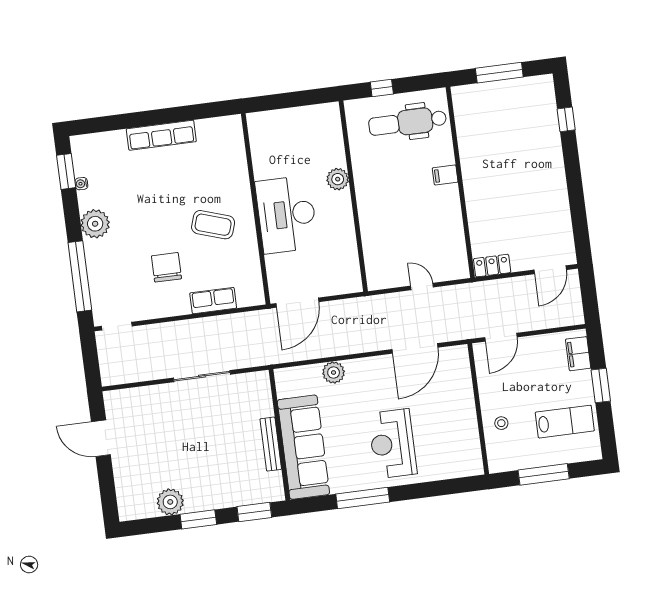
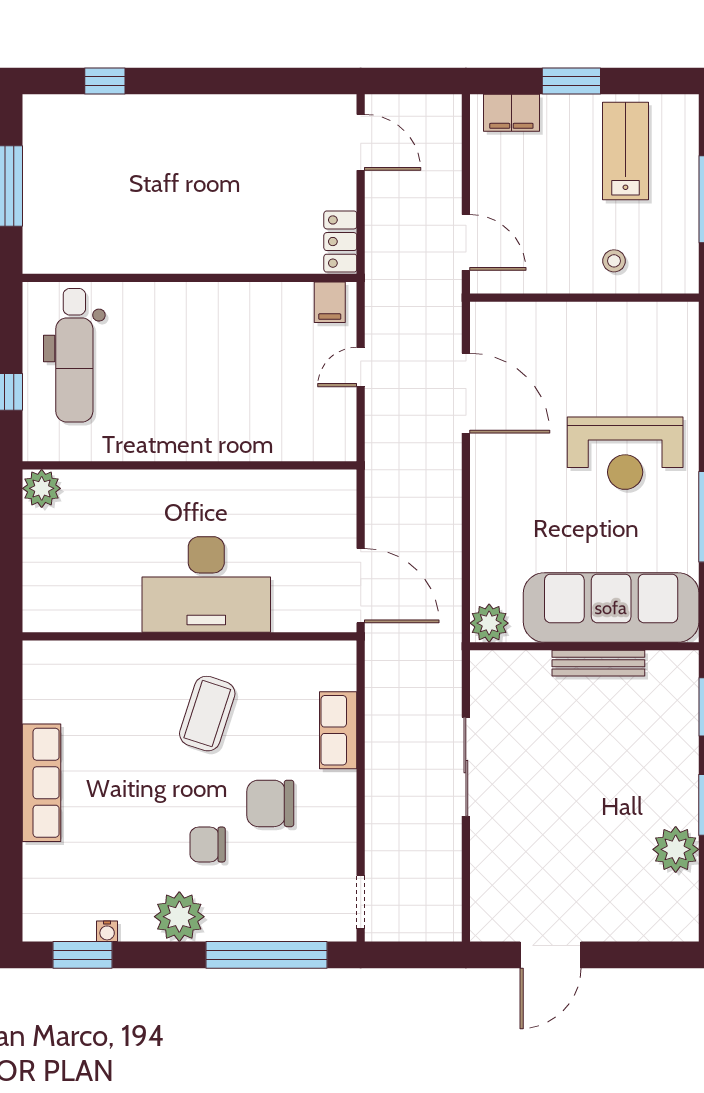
filing cabinet: (445, 175) -> (330, 302), moved
plant: (338, 179) -> (42, 488), moved
chair: (138, 235) -> (208, 844), added
plant: (334, 372) -> (489, 623), moved

